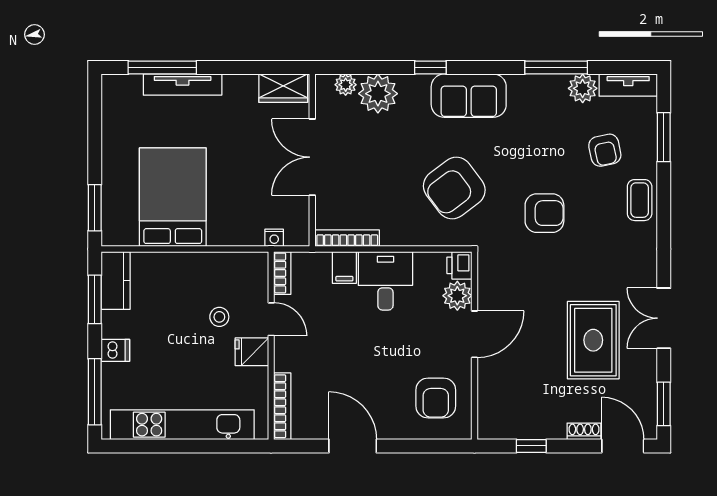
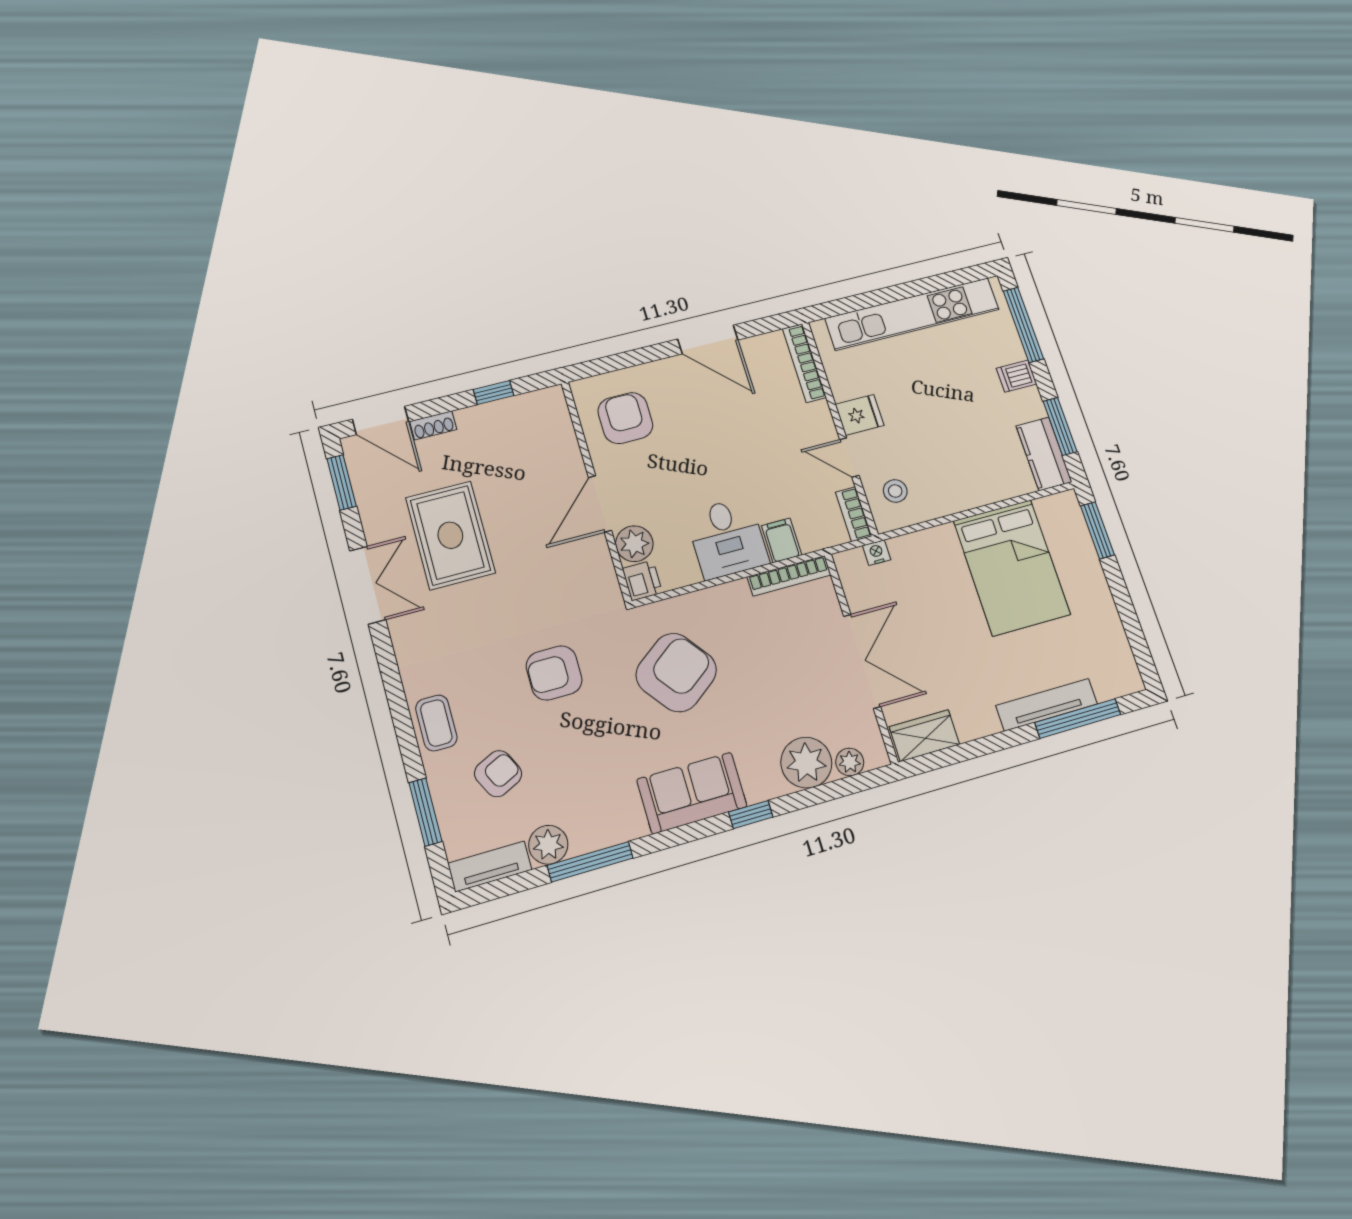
armchair: (605, 150) -> (498, 774), turned 76
stool: (219, 317) -> (895, 491), moved

